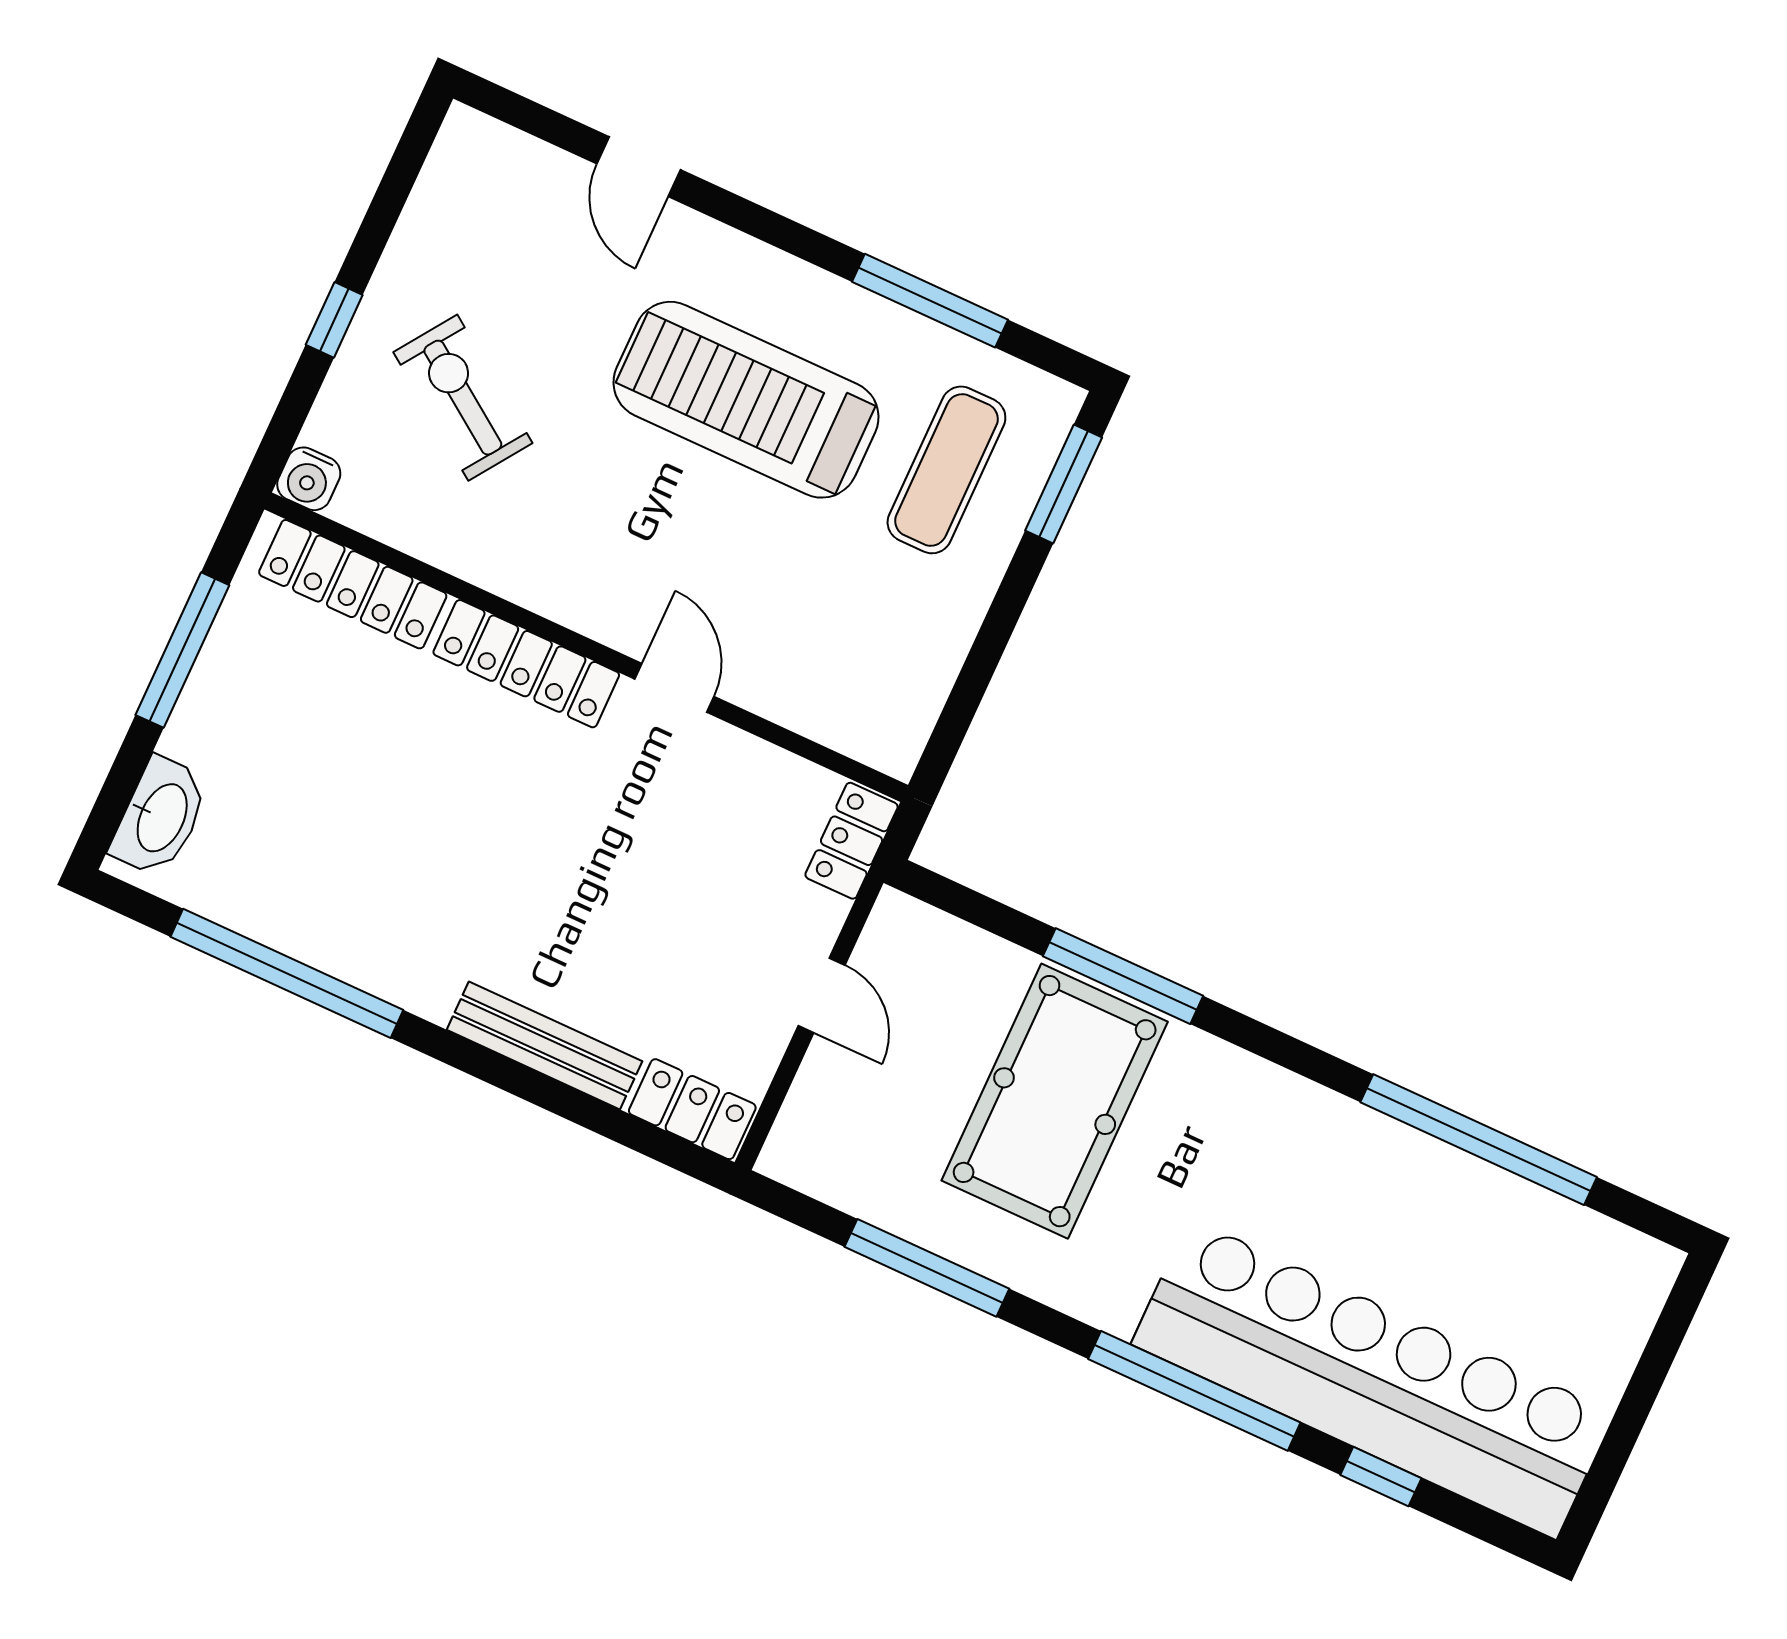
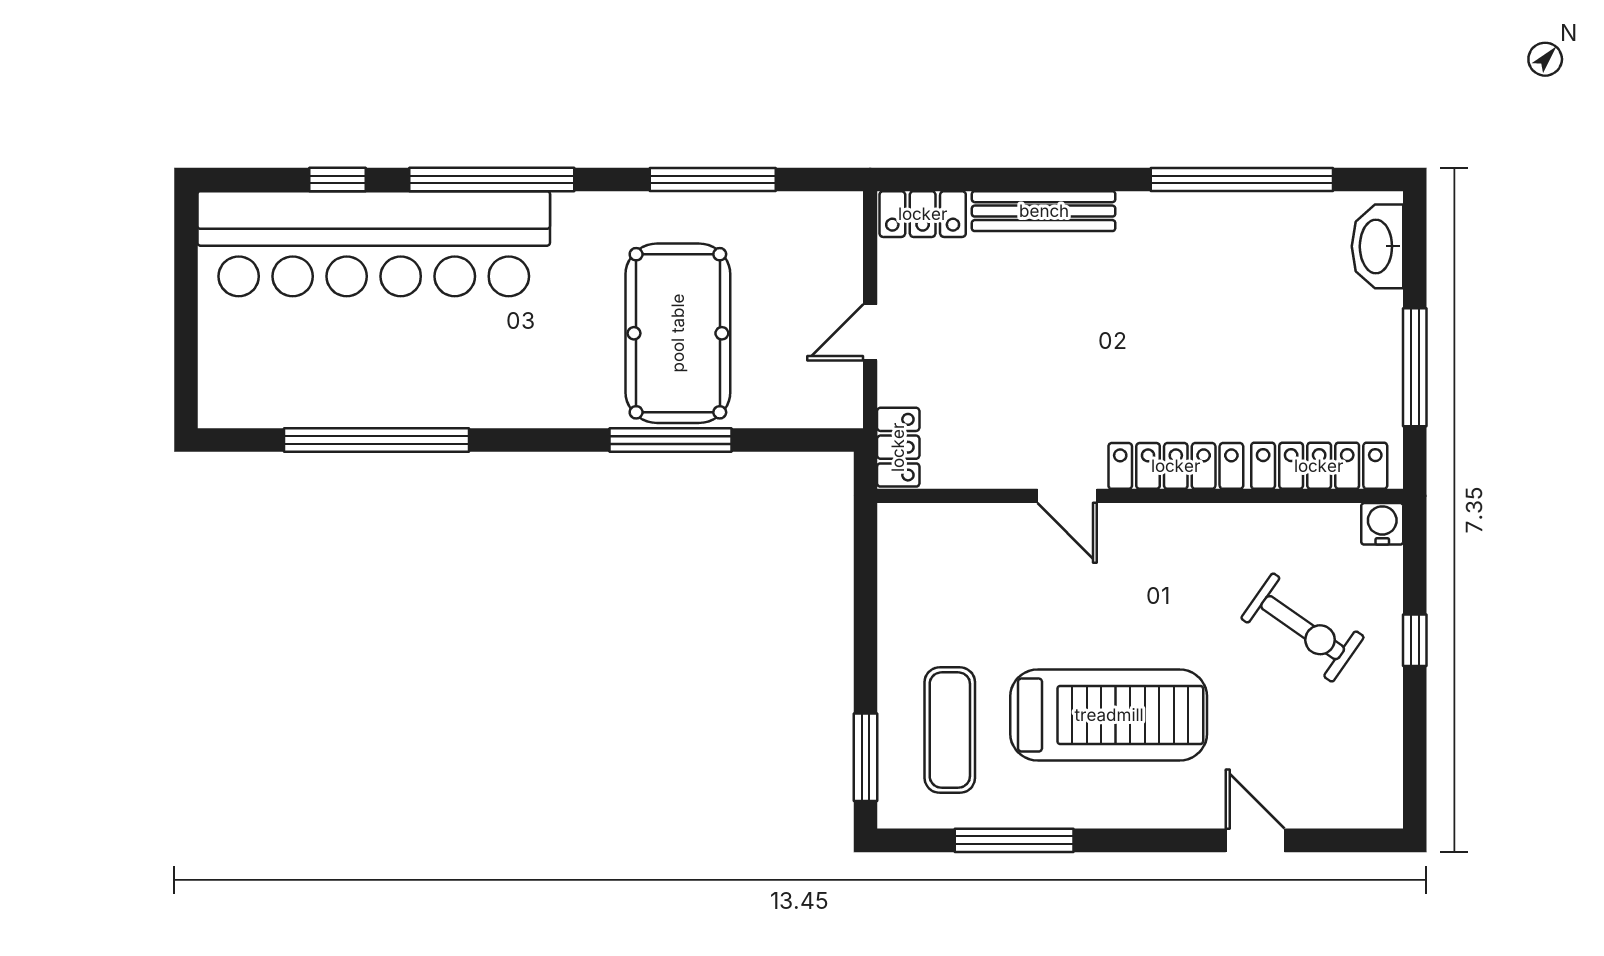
door: (822, 995) -> (870, 332), hinge flipped

